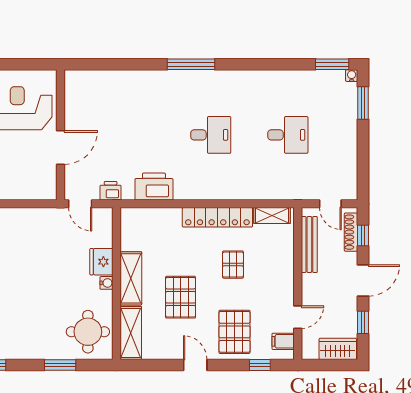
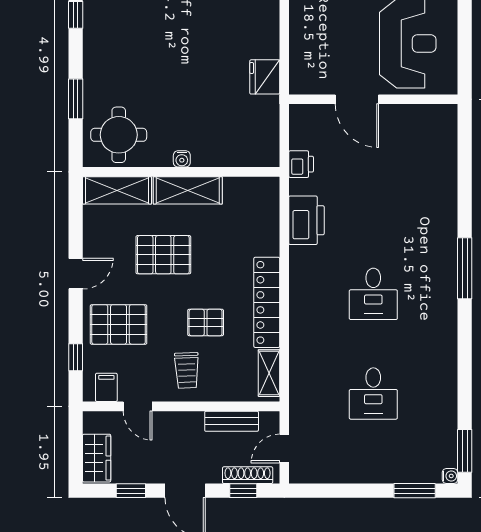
door: (80, 204) -> (284, 125), removed
bench: (309, 244) -> (232, 421), width x0.73
fridge: (101, 262) -> (265, 77), moved, turned -90
trolley: (270, 279) -> (187, 370), added

